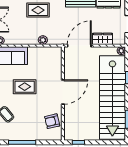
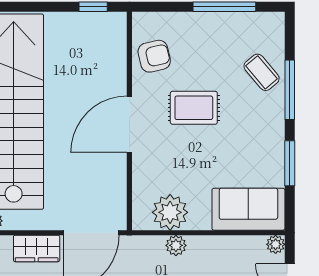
plant: (45, 54) -> (170, 212), added
rug: (25, 87) -> (194, 108), moved

